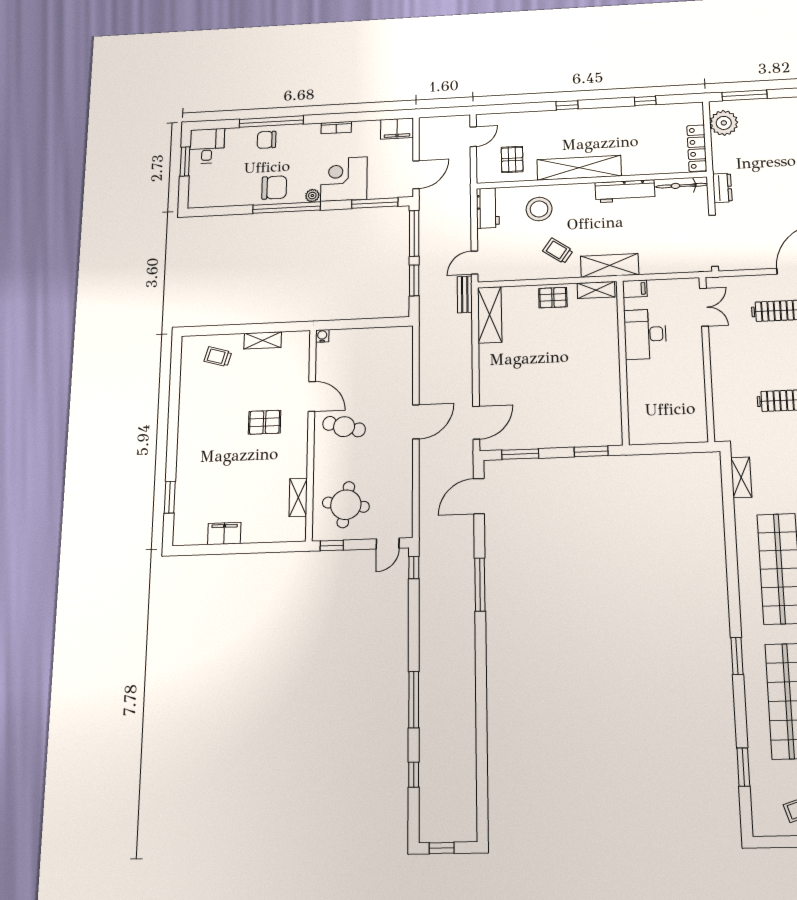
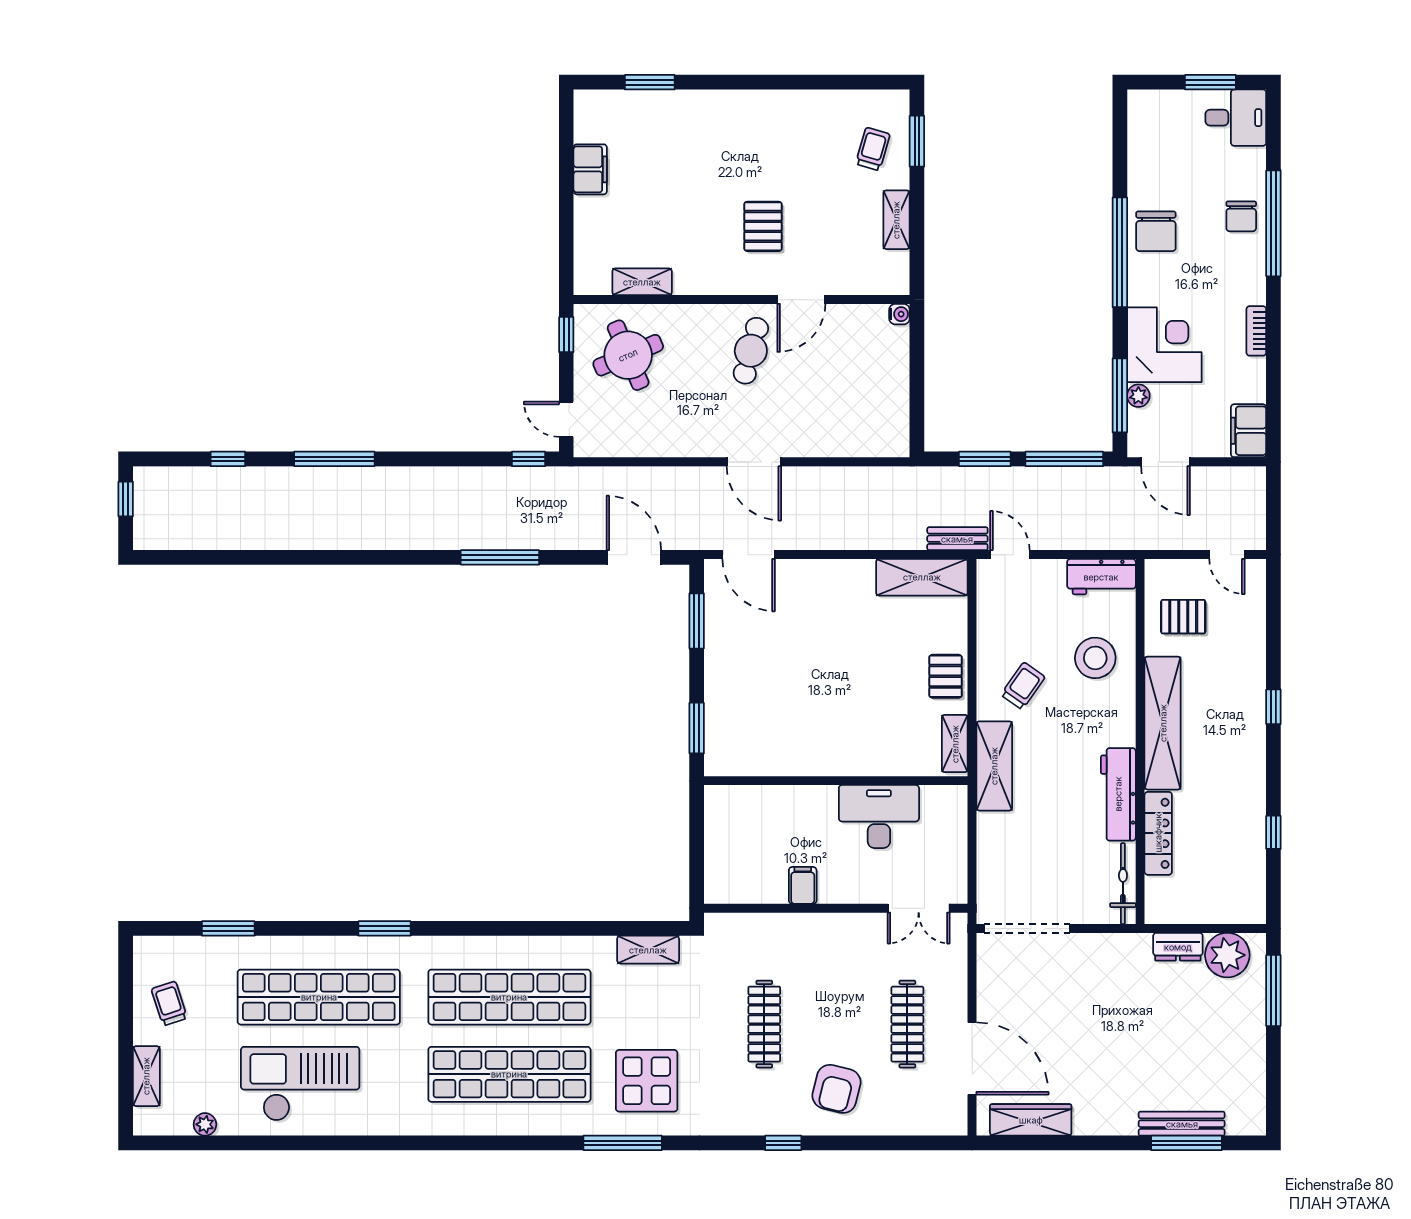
chair: (267, 140) -> (1241, 216), turned 180
locker: (697, 148) -> (1158, 833), moved, turned 90
dresser: (722, 188) -> (1178, 947), moved
plant: (312, 196) -> (1138, 396), moved
filing cabinet: (635, 289) -> (803, 885), moved, turned 180
window: (214, 330) -> (917, 141), added
round table: (346, 505) -> (628, 355), turned -32

